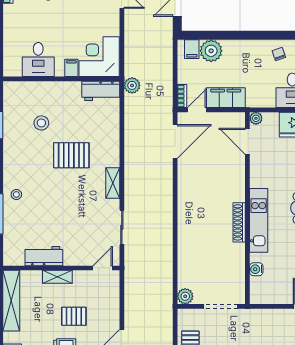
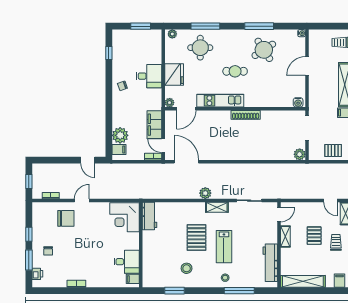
filing cabinet: (71, 68) -> (133, 279), moved
plant: (132, 85) -> (205, 193), moved
stool: (41, 123) -> (187, 268), moved
lab bench: (59, 193) -> (224, 247), added
kitchen unit: (259, 220) -> (220, 101), moved
workbench: (44, 256) -> (270, 263), width x1.38
door: (103, 268) -> (279, 215), swing flipped
water cooler: (256, 269) -> (298, 102), moved
shelving: (57, 277) -> (285, 237), moved

